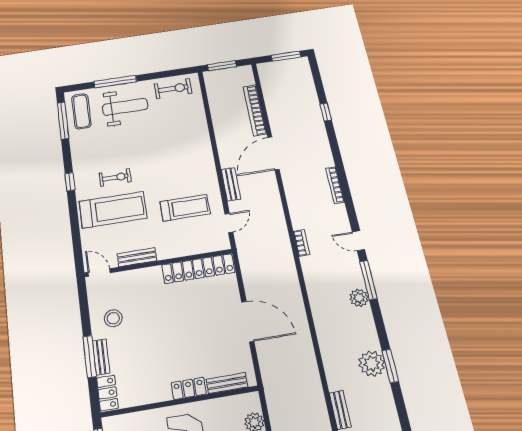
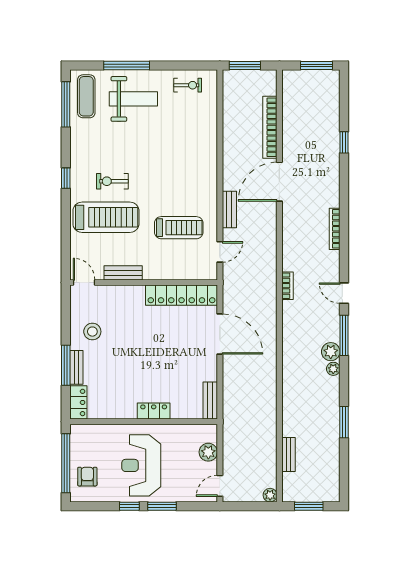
exercise bike: (173, 89) -> (188, 85), width x0.73, depth x0.72
exercise bike: (115, 177) -> (112, 181), turned 180
door: (248, 322) -> (220, 334), moved
plant: (372, 364) -> (333, 369), moved, width x0.53, depth x0.53
bench: (227, 383) -> (210, 401), moved, turned 90

